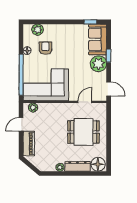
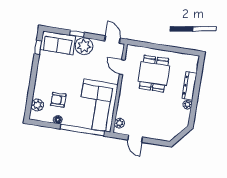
door: (109, 89) -> (112, 40), hinge flipped
piano: (29, 144) -> (157, 134), removed
floor lamp: (98, 164) -> (191, 64), removed

